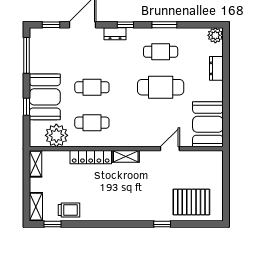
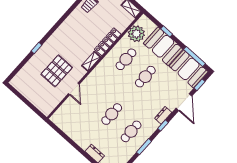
cafe table: (161, 87) -> (112, 114), width x0.73, depth x0.74
booth: (208, 124) -> (189, 69), moved
pallet: (191, 202) -> (57, 71), moved

